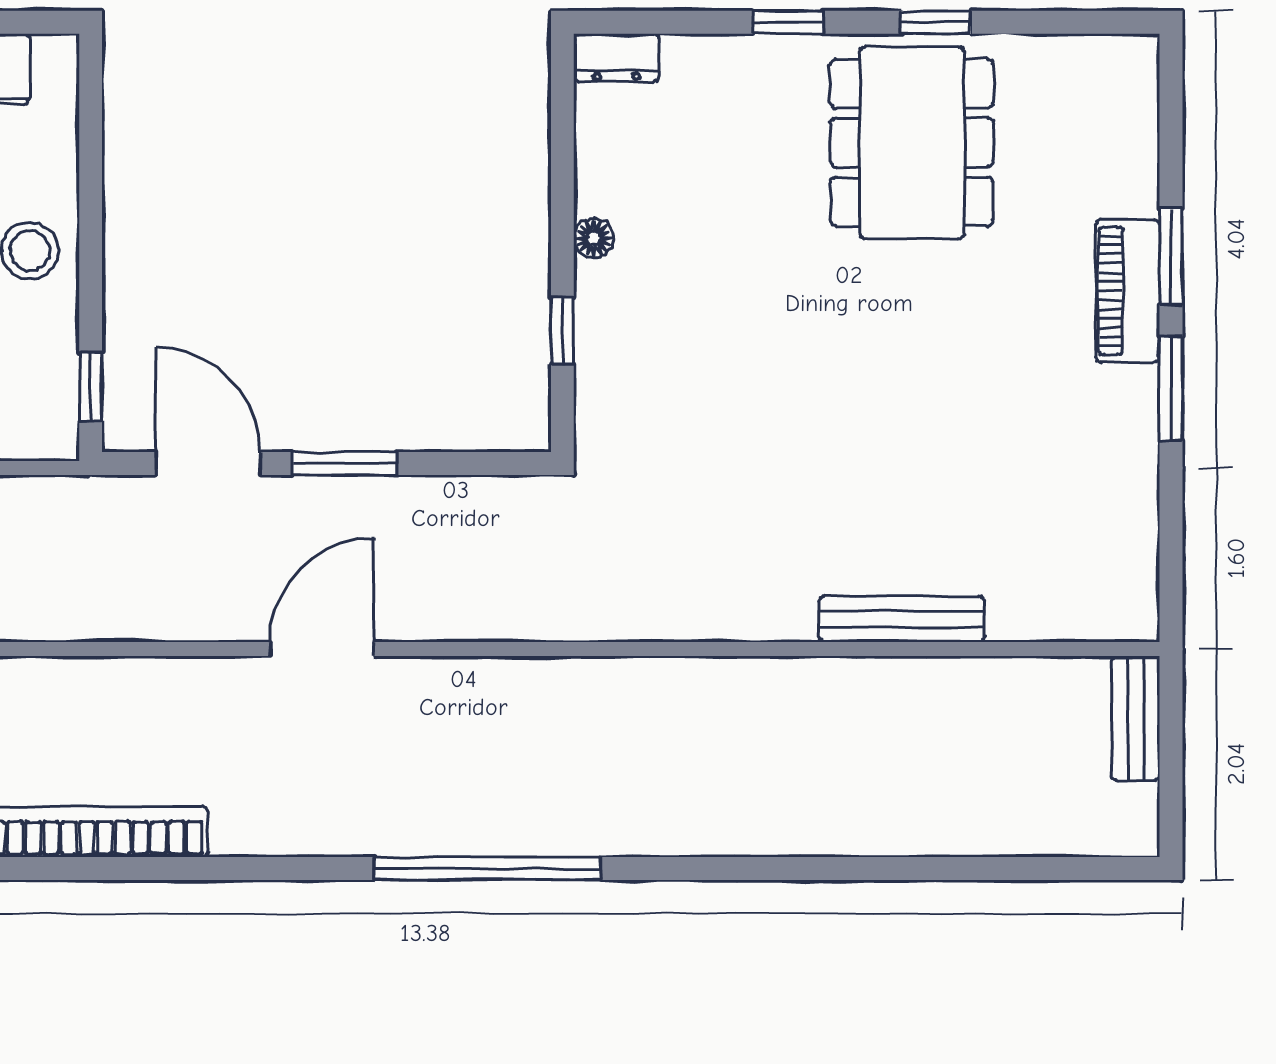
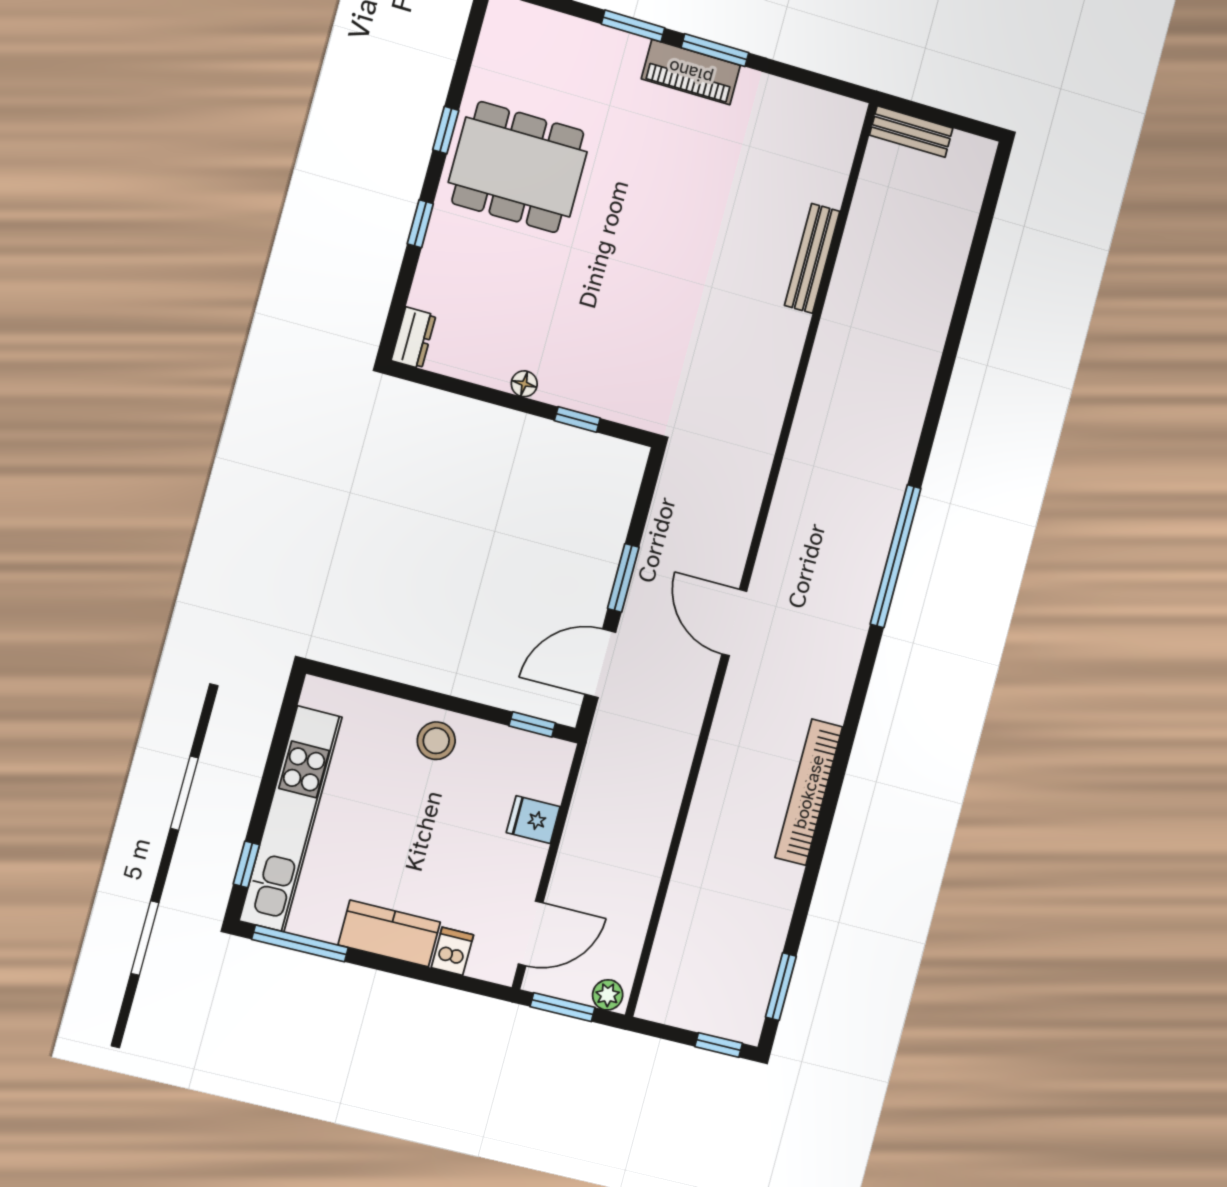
piano: (1128, 291) -> (691, 72), moved

